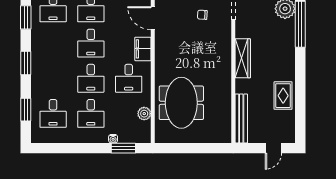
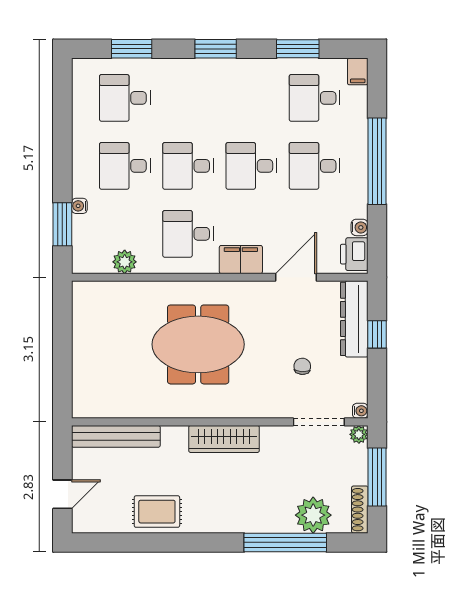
meeting table: (181, 103) -> (198, 344), moved
door: (273, 148) -> (62, 494), swing flipped

